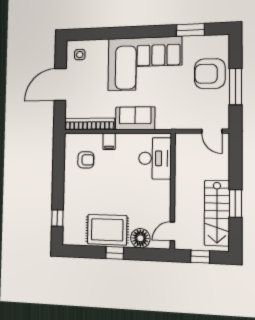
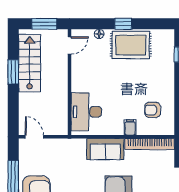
floor lamp: (140, 238) -> (99, 34), width x0.53, depth x0.53
window: (200, 257) -> (44, 24), width x1.50

